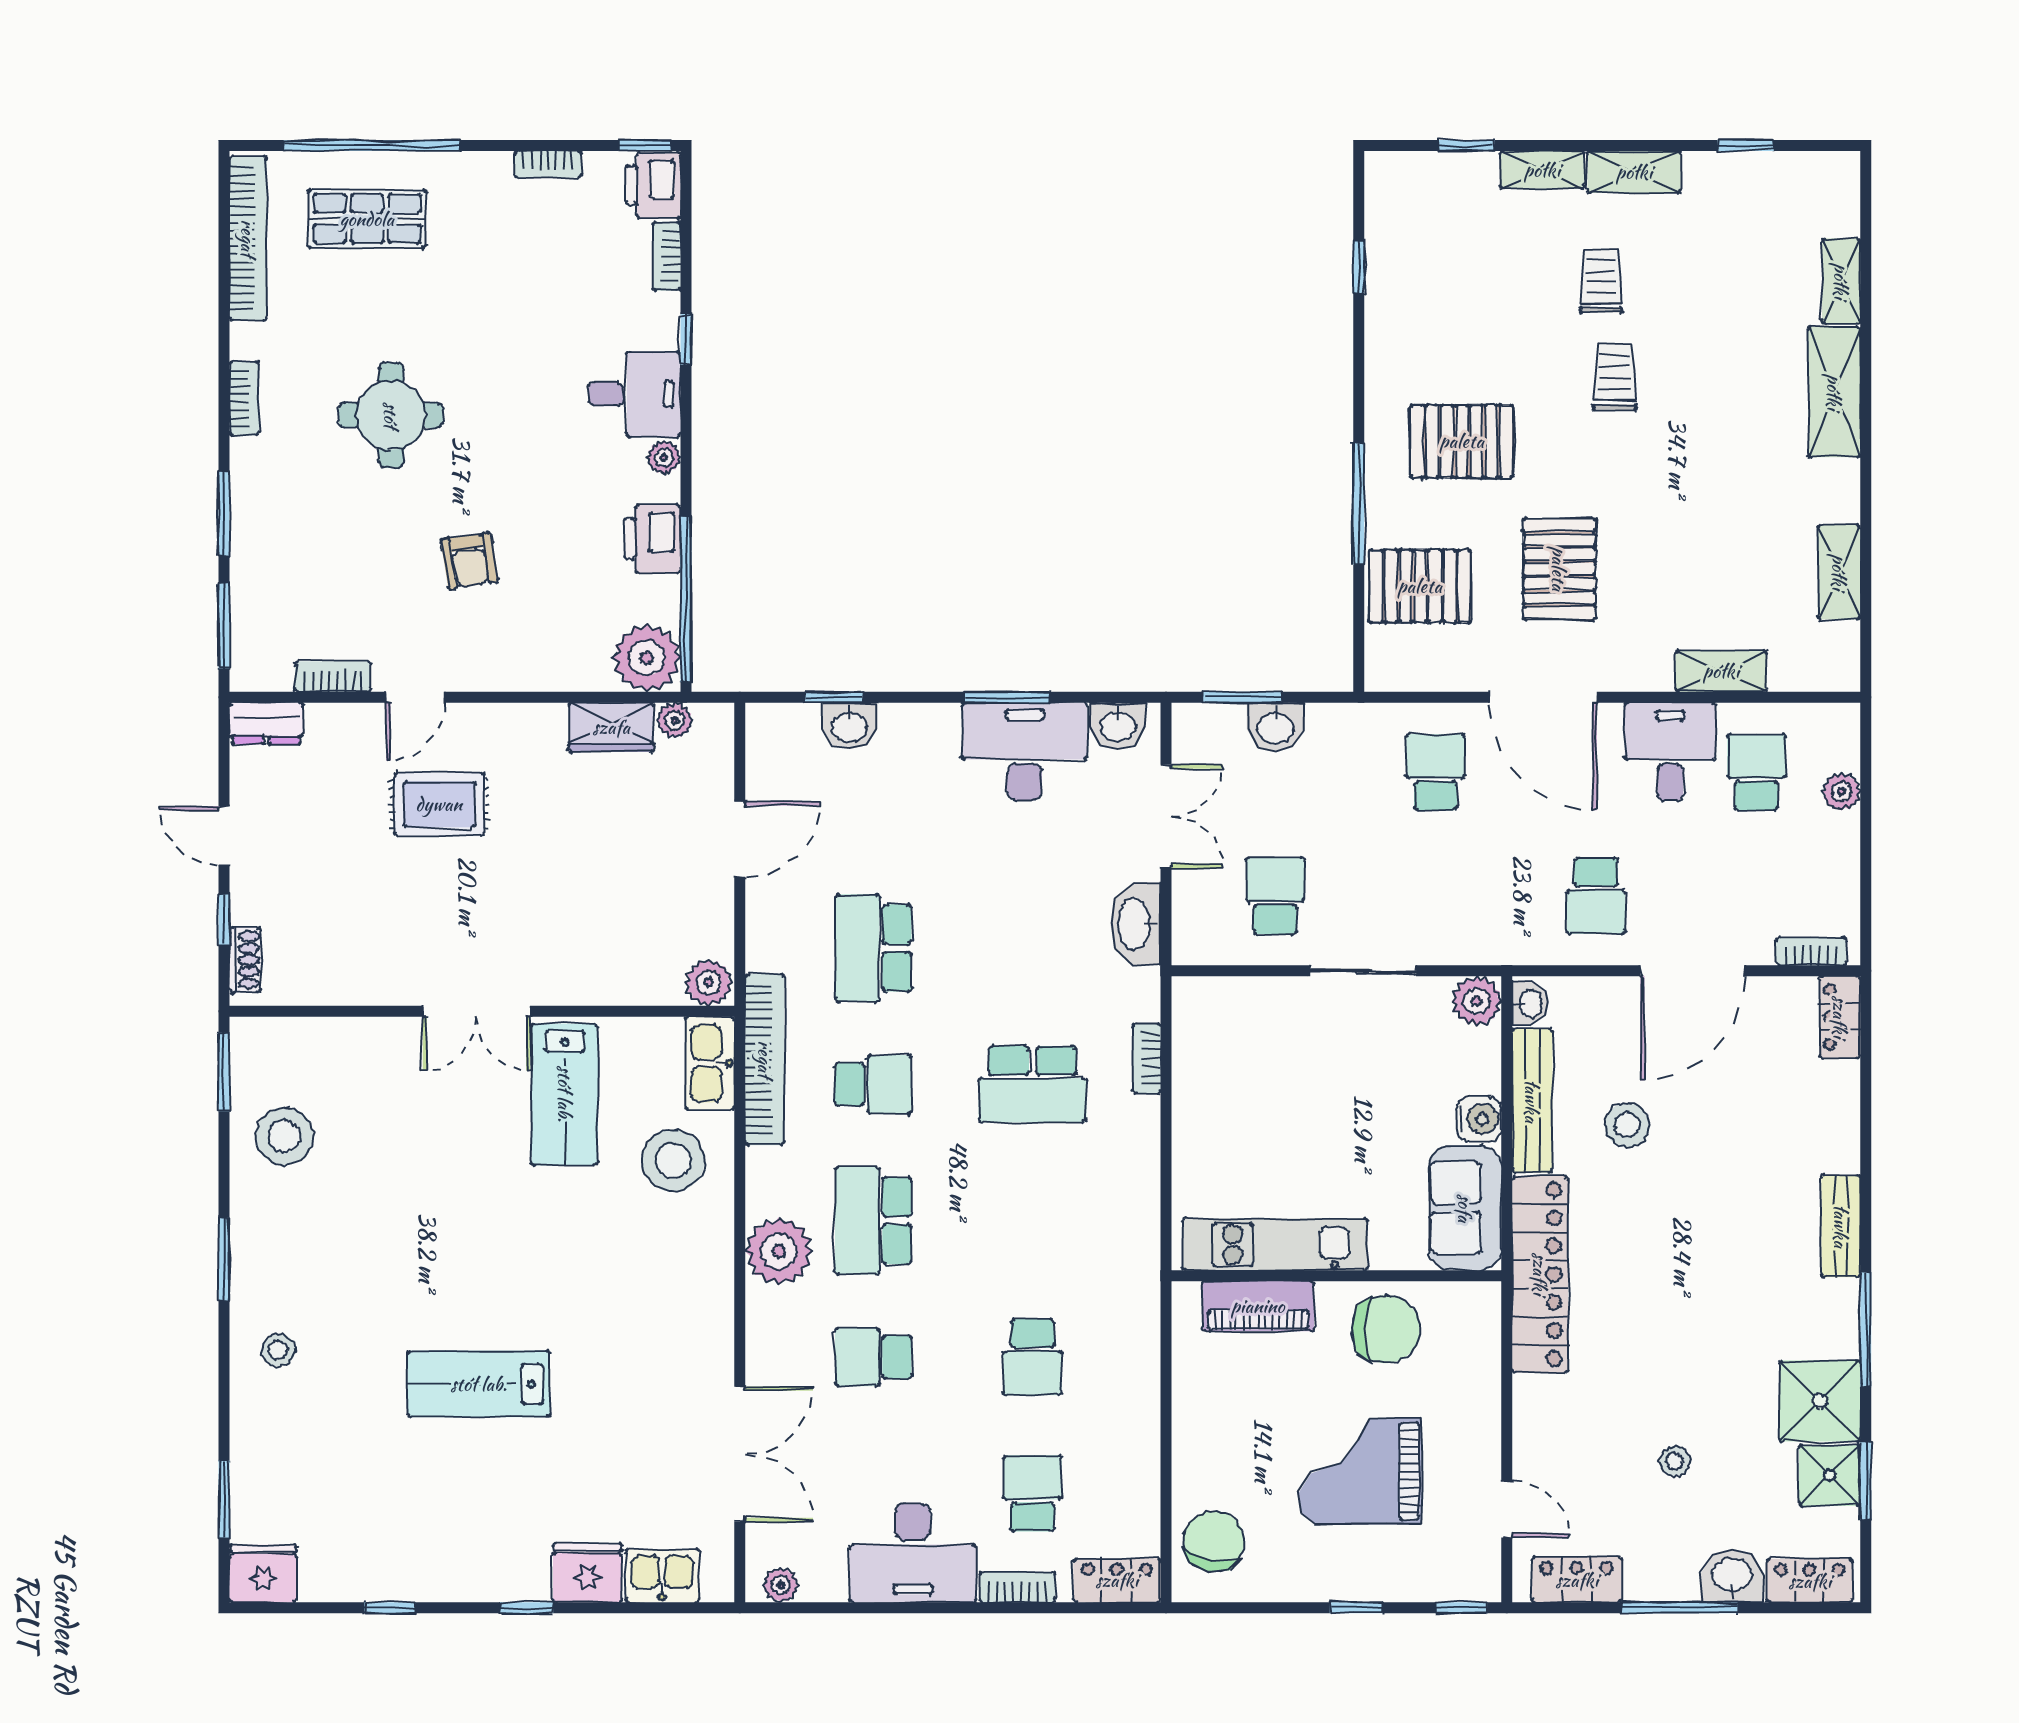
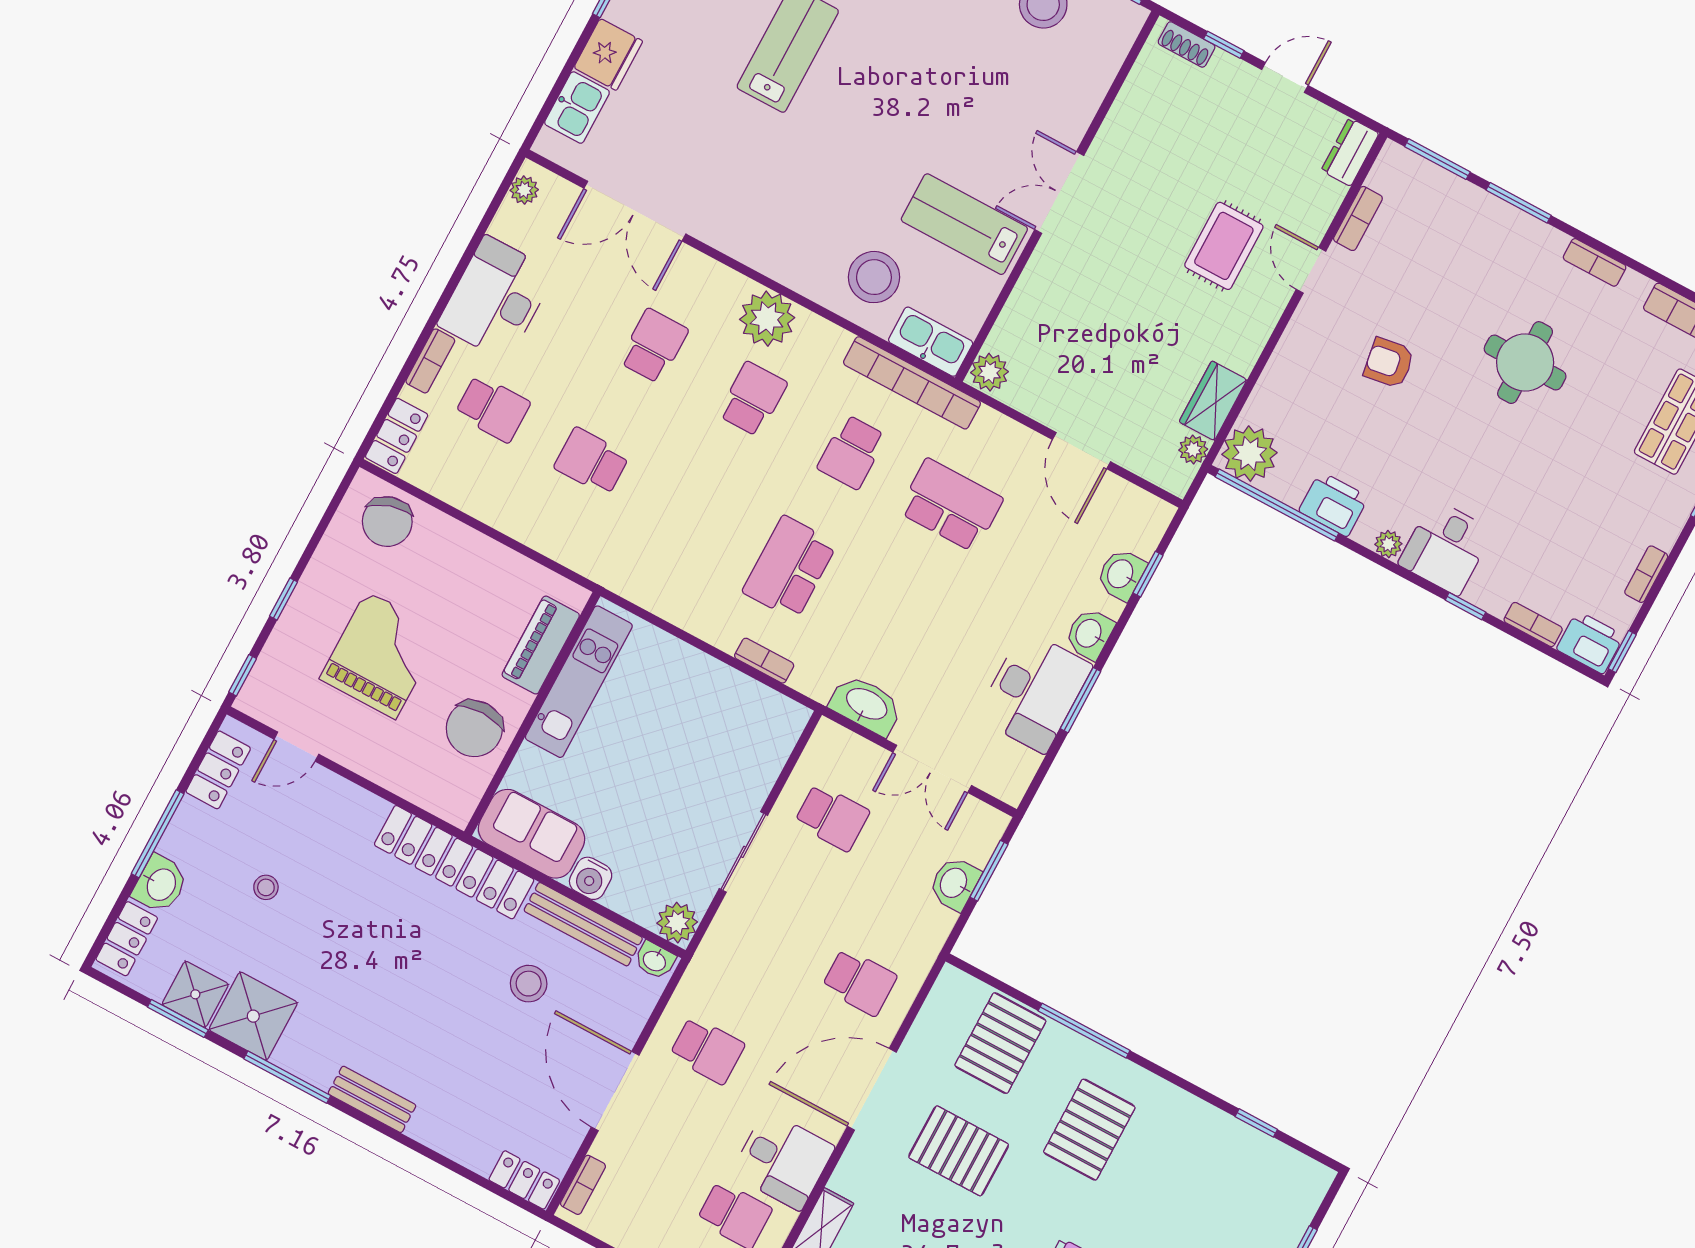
washbasin: (1118, 726) -> (1089, 634), moved
school desk: (1596, 896) -> (707, 1050), turned 180
school desk: (873, 1221) -> (753, 399), width x0.54
chair: (1214, 1541) -> (387, 522), turned 61

